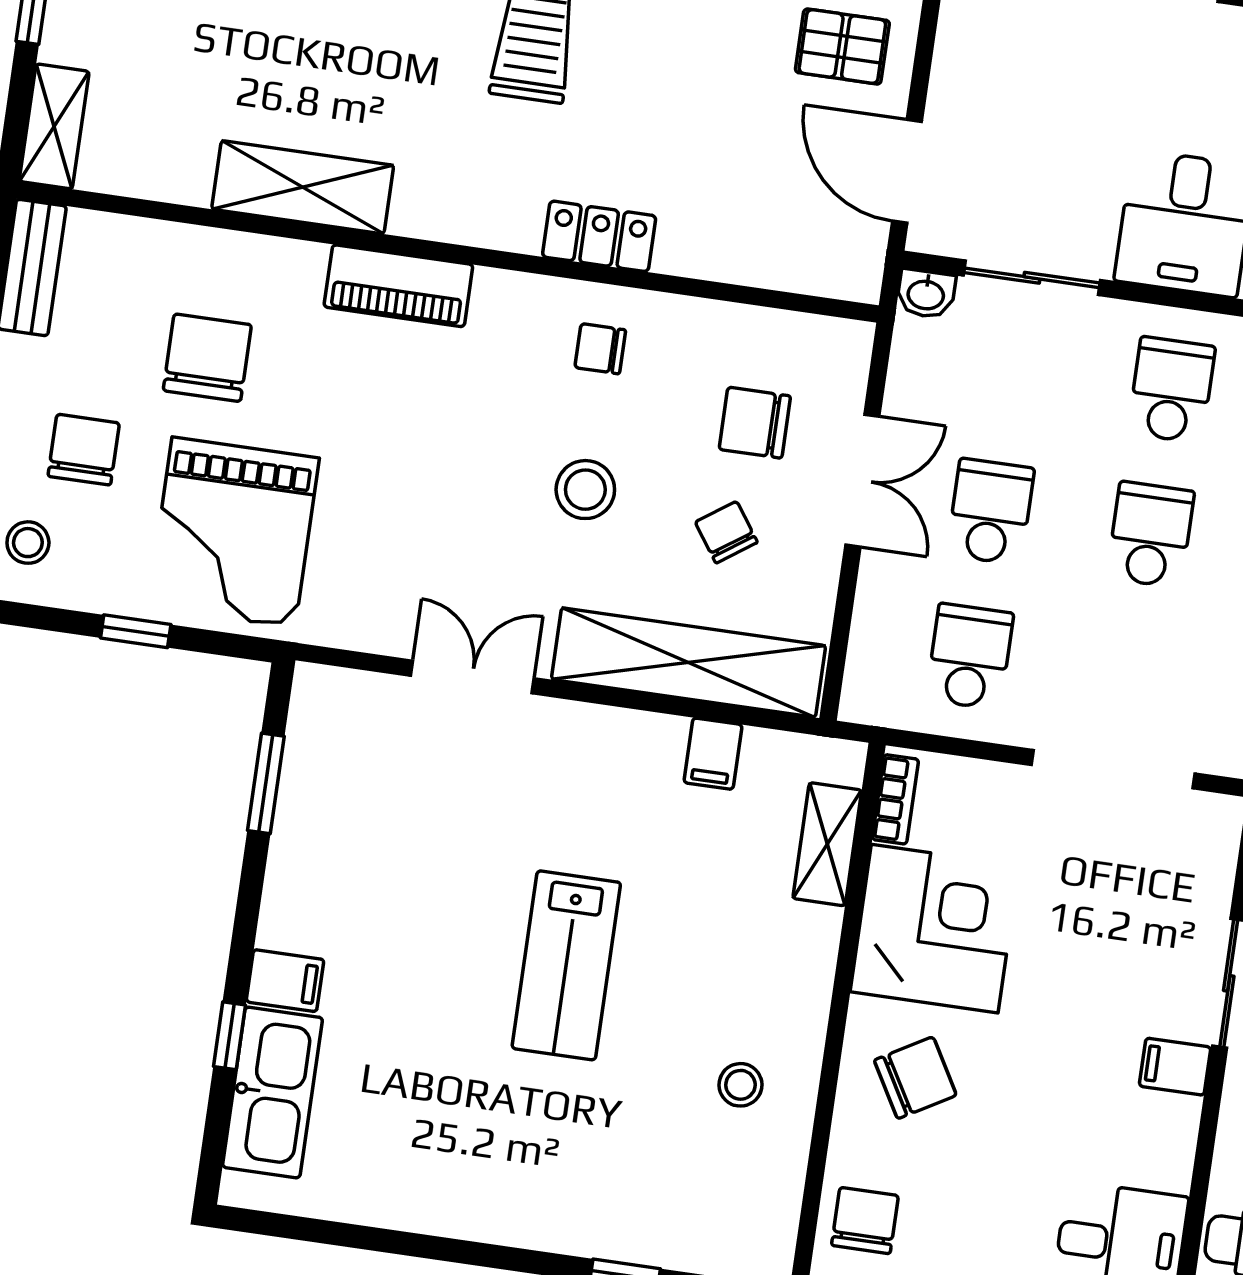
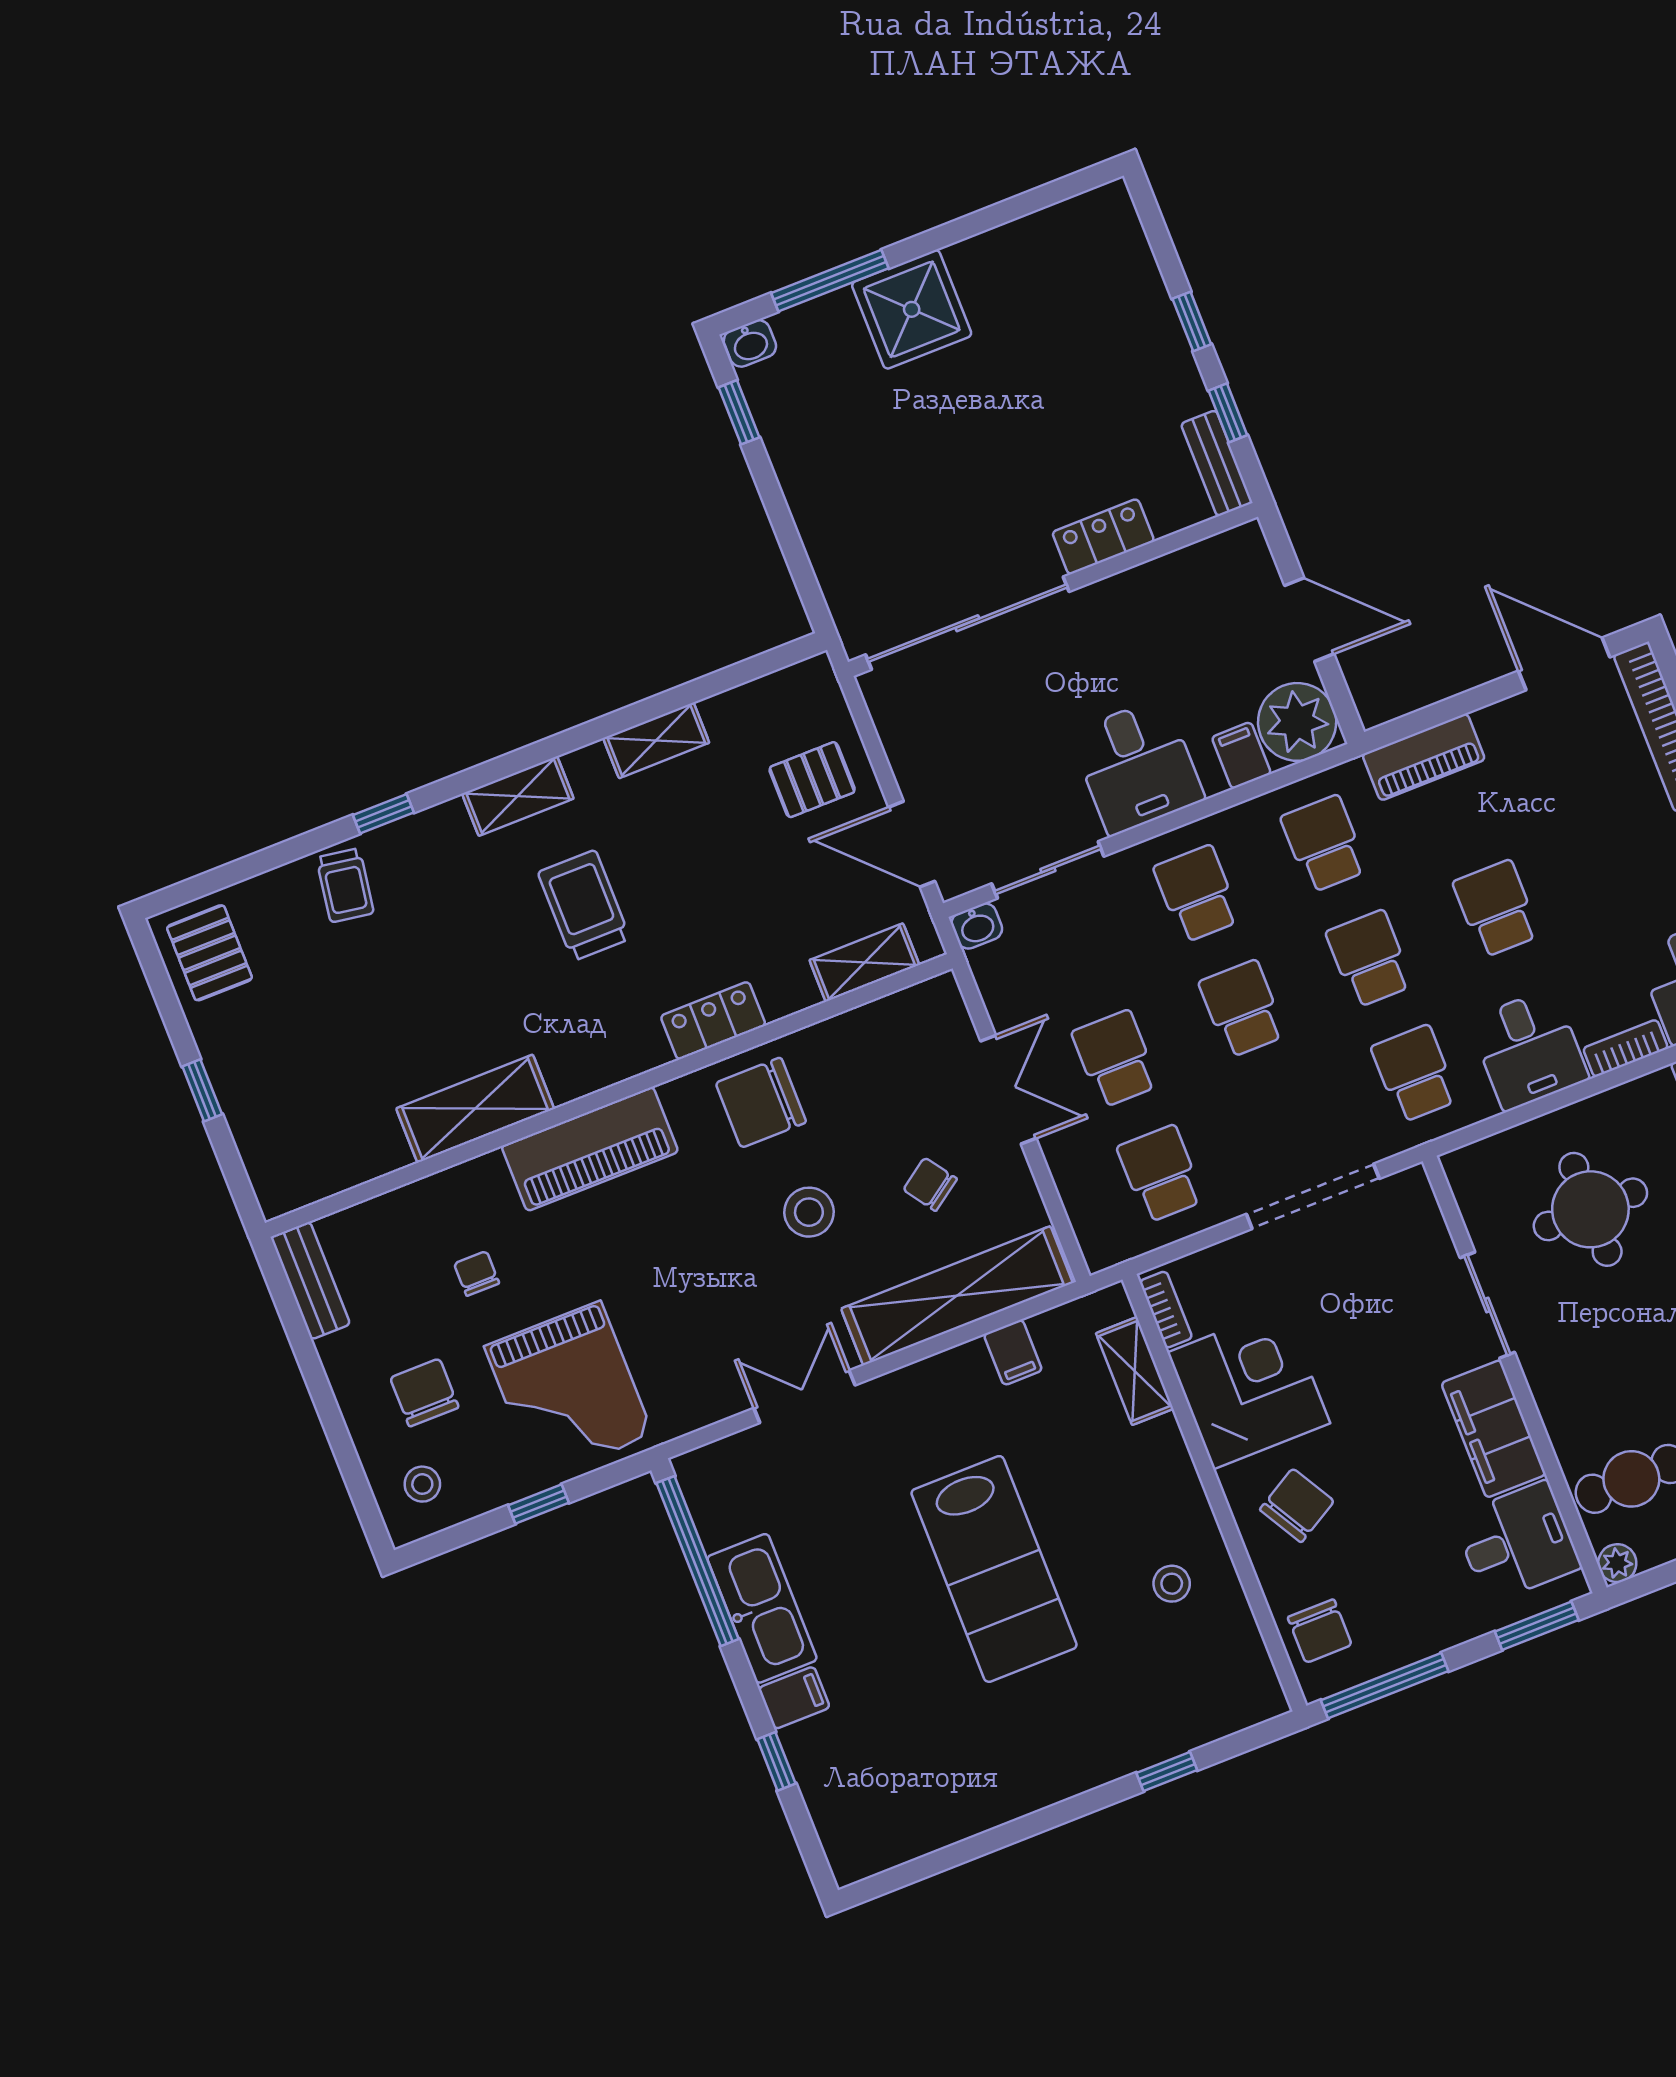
shelving: (54, 126) -> (864, 963), moved, turned 90
piano: (398, 286) -> (590, 1149), width x1.37, depth x1.33
chair: (600, 349) -> (761, 1103), width x1.87, depth x1.87
chair: (207, 358) -> (477, 1273), width x0.54, depth x0.54
chair: (755, 423) -> (905, 1092), removed
window: (266, 783) -> (698, 1561), width x2.11
lab bench: (566, 965) -> (994, 1569), width x1.36, depth x1.39
filing cabinet: (1175, 1067) -> (1494, 1429), width x3.00, depth x1.17
kitchen sink: (272, 1092) -> (762, 1608), moved
chair: (865, 1220) -> (1320, 1631), turned 180

